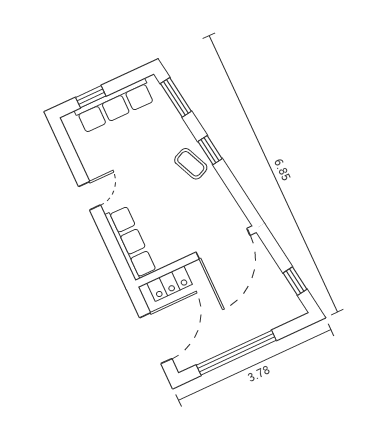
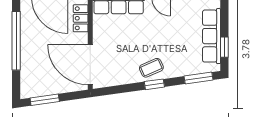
window: (91, 97) -> (224, 47), moved
window: (295, 281) -> (45, 100), width x1.50

